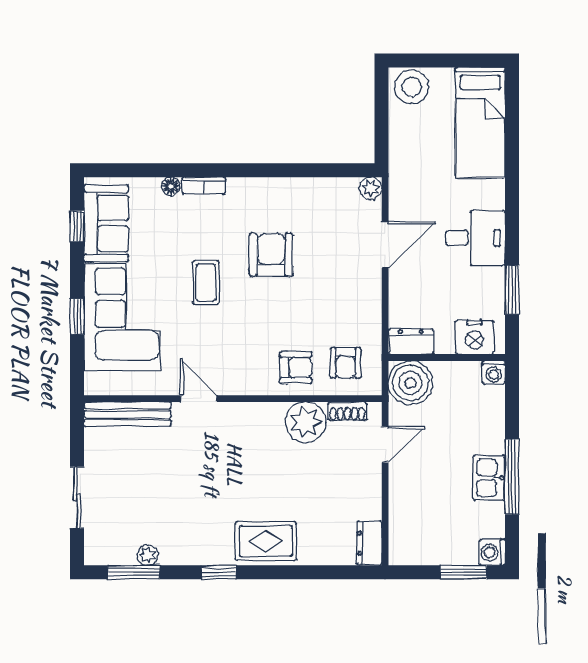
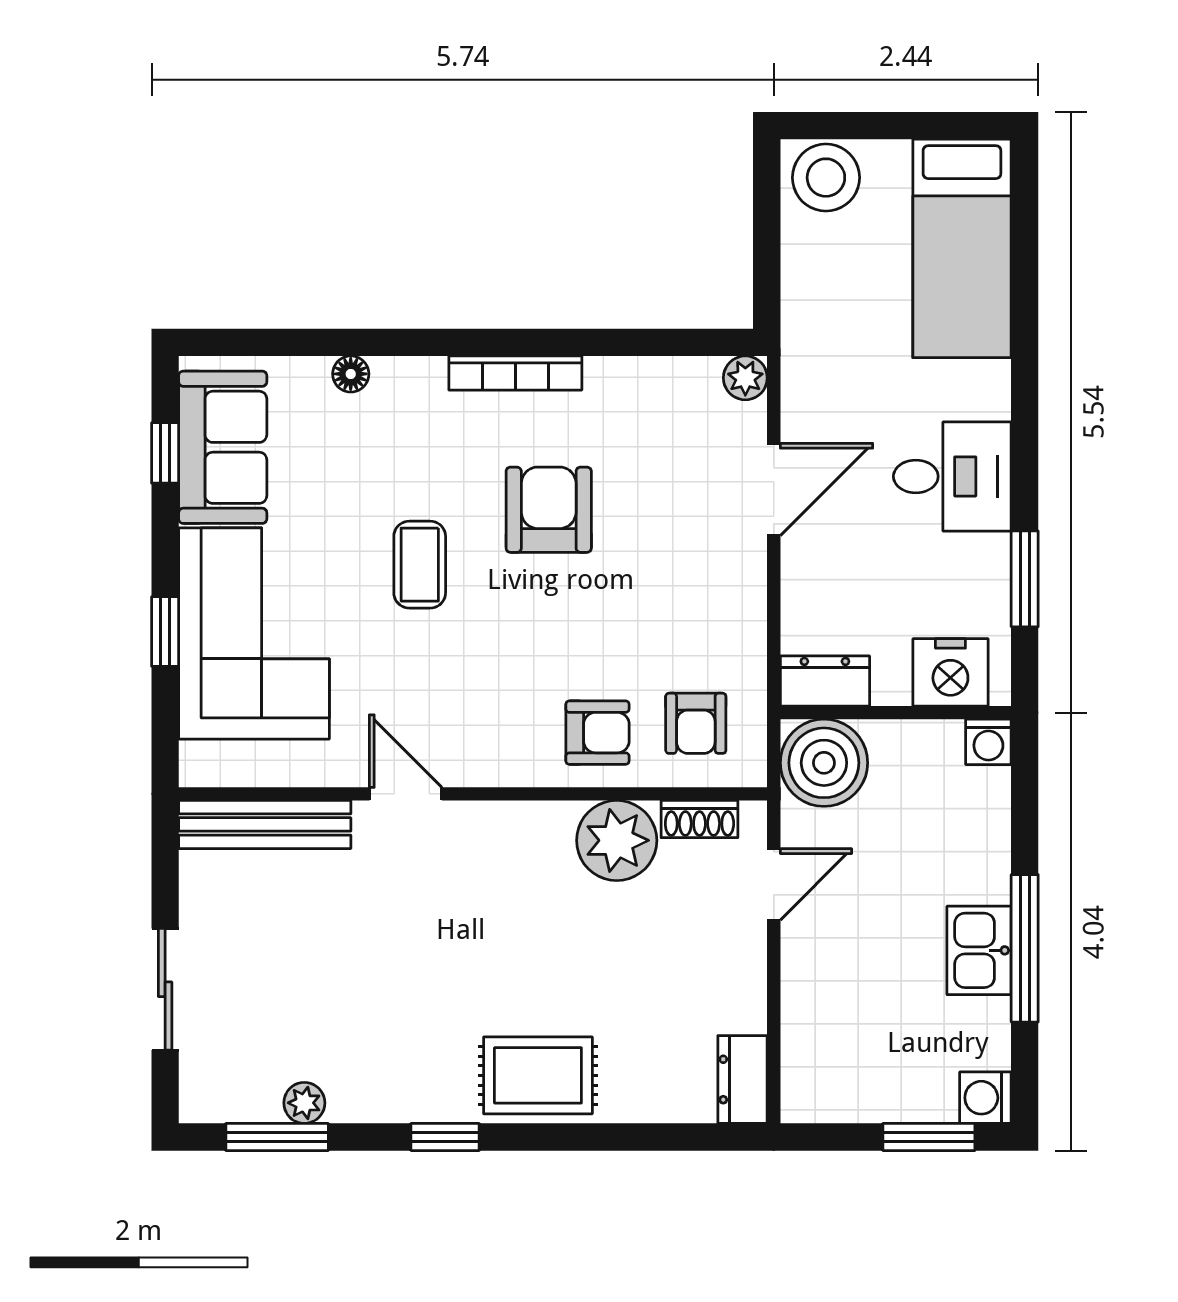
bookcase: (204, 186) -> (515, 373), moved, width x1.56

